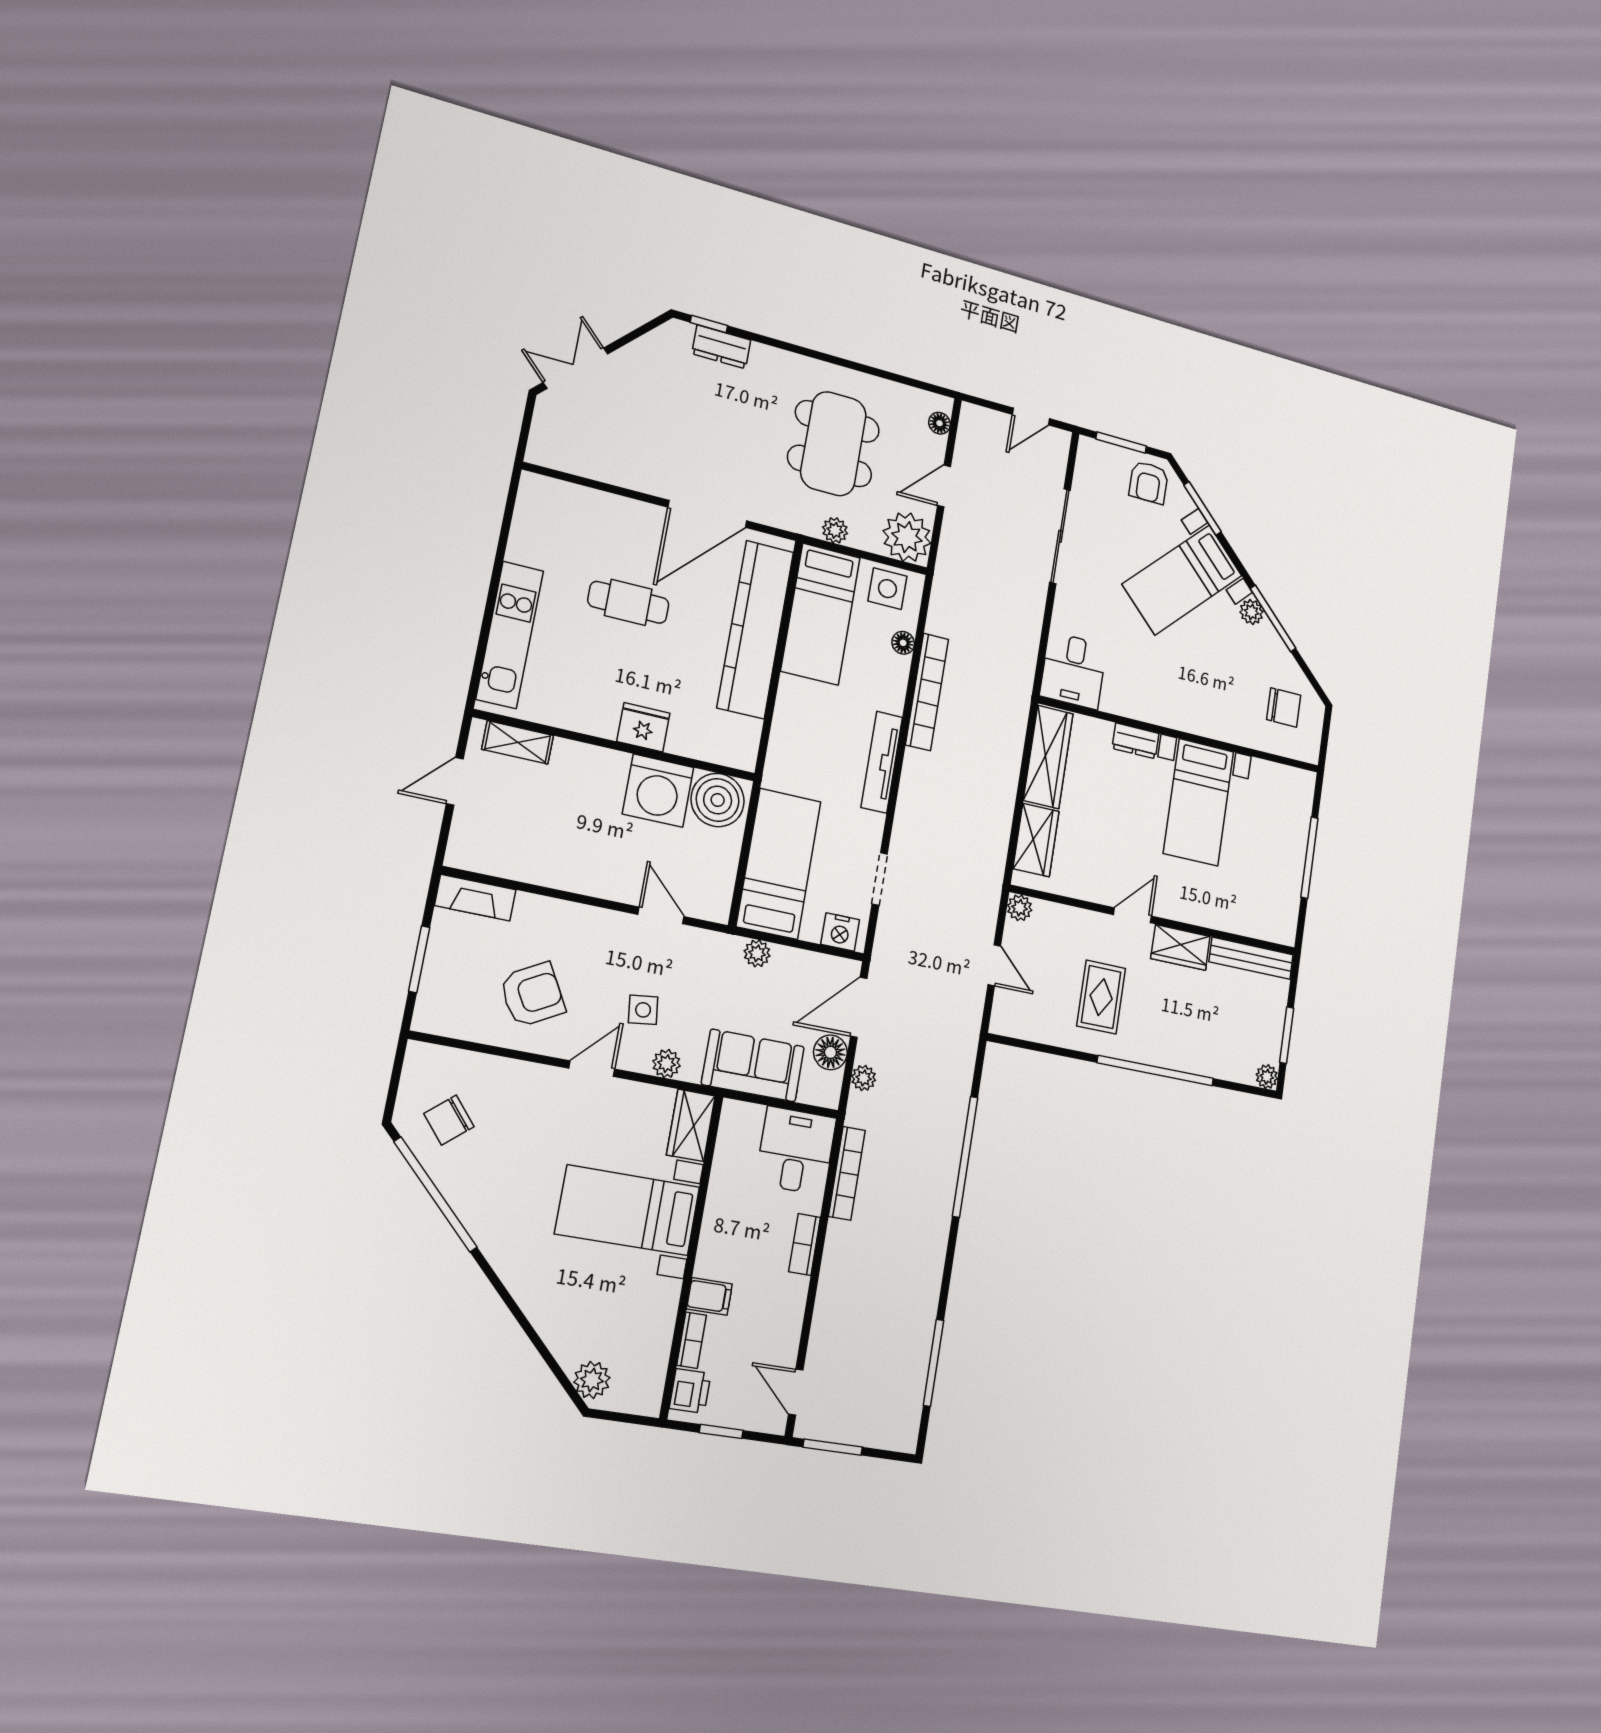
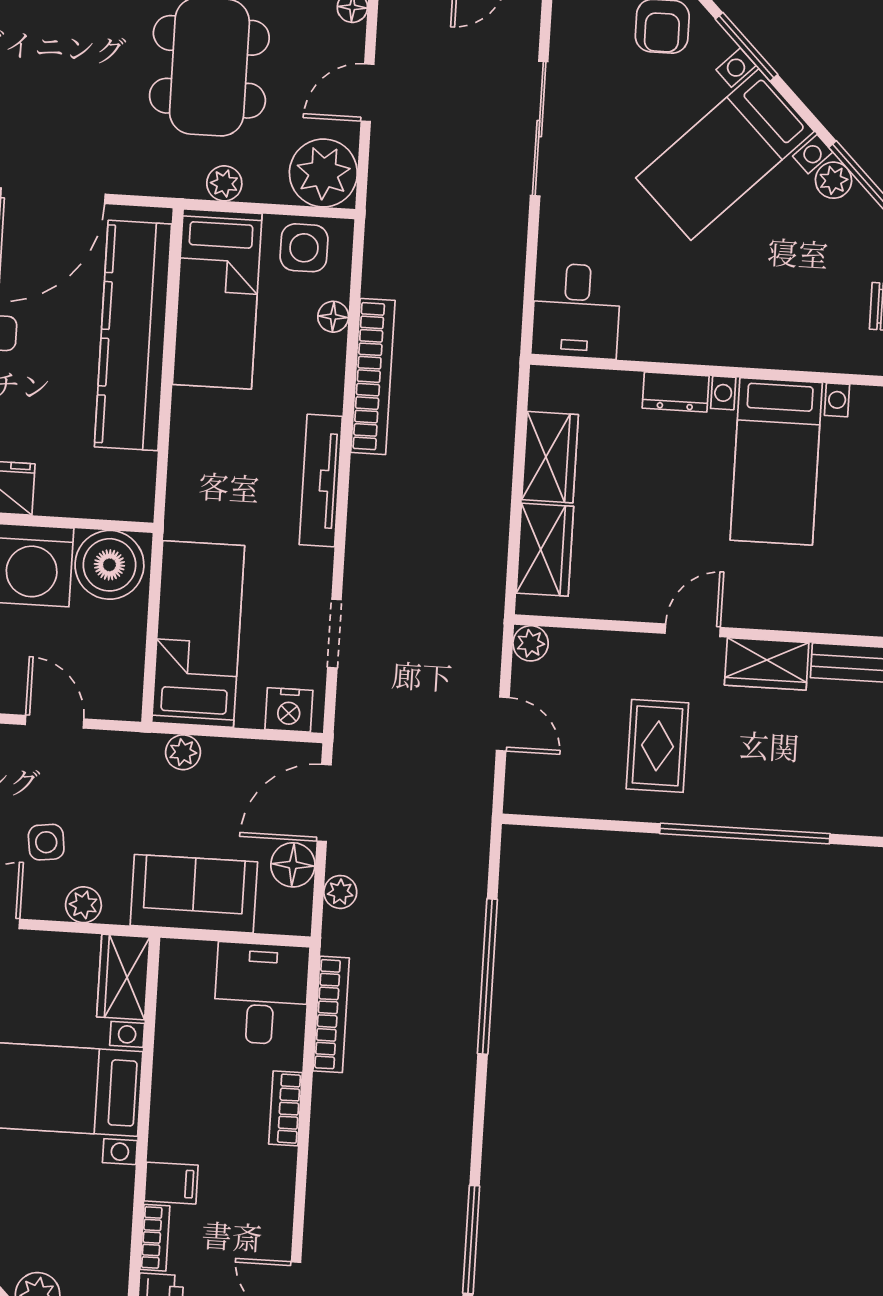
wardrobe: (1048, 757) -> (550, 457), width x0.67

